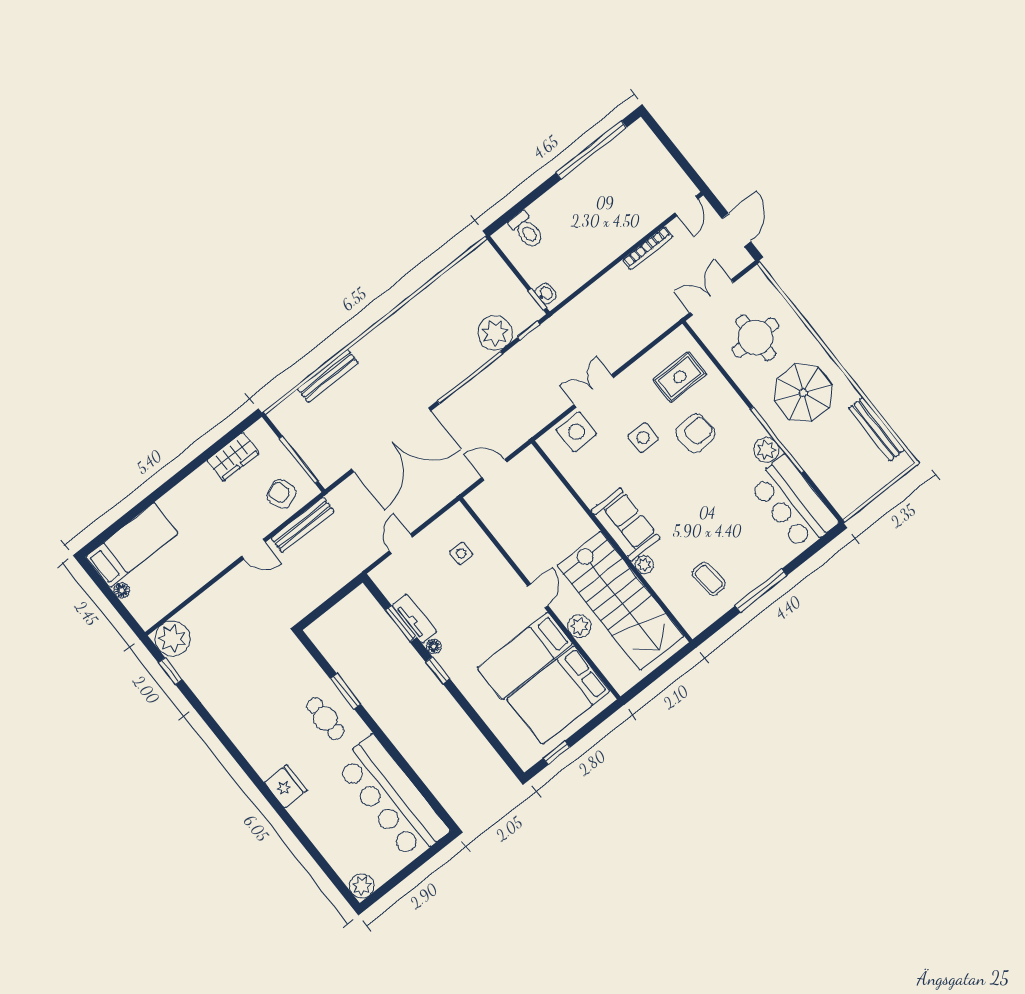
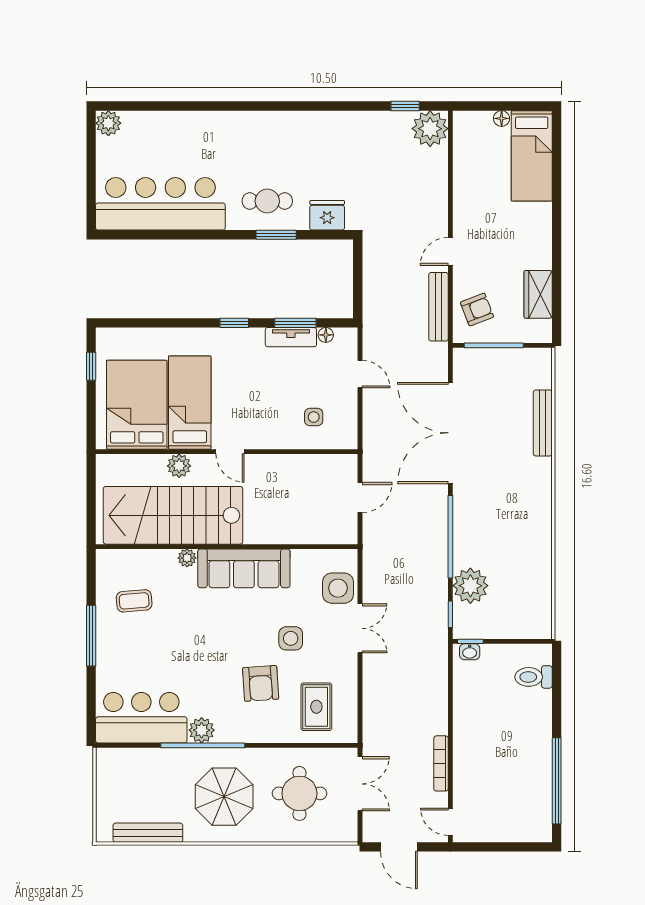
sofa: (625, 524) -> (244, 568), width x1.36
floor lamp: (434, 646) -> (326, 335), moved
fridge: (286, 786) -> (327, 215), moved, turned 180

